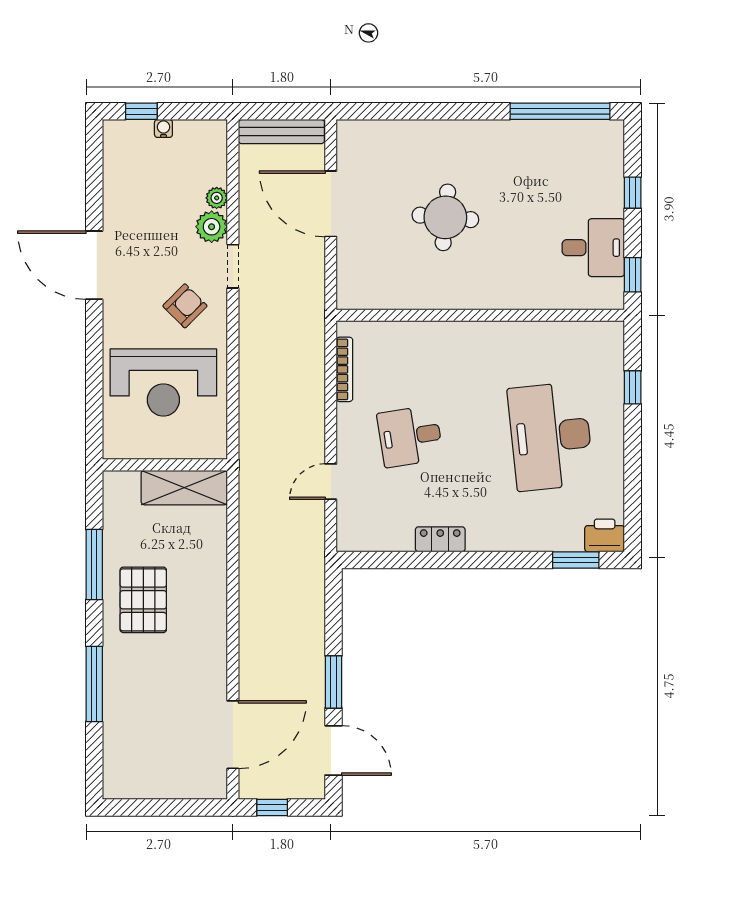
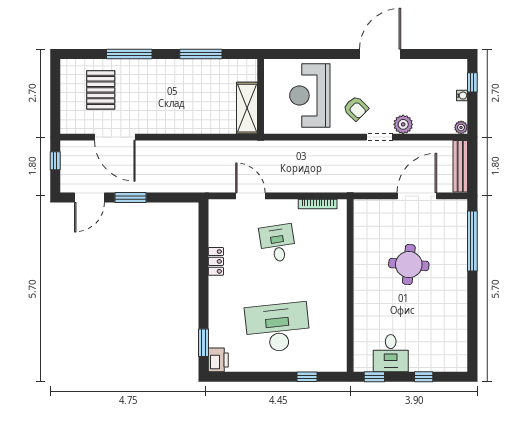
window: (560, 111) -> (472, 241), moved
plant: (217, 198) -> (461, 127), moved
door: (331, 482) -> (250, 196), width x1.38
pallet: (143, 600) -> (101, 90), moved, turned 90
door: (233, 735) -> (115, 137), moved

